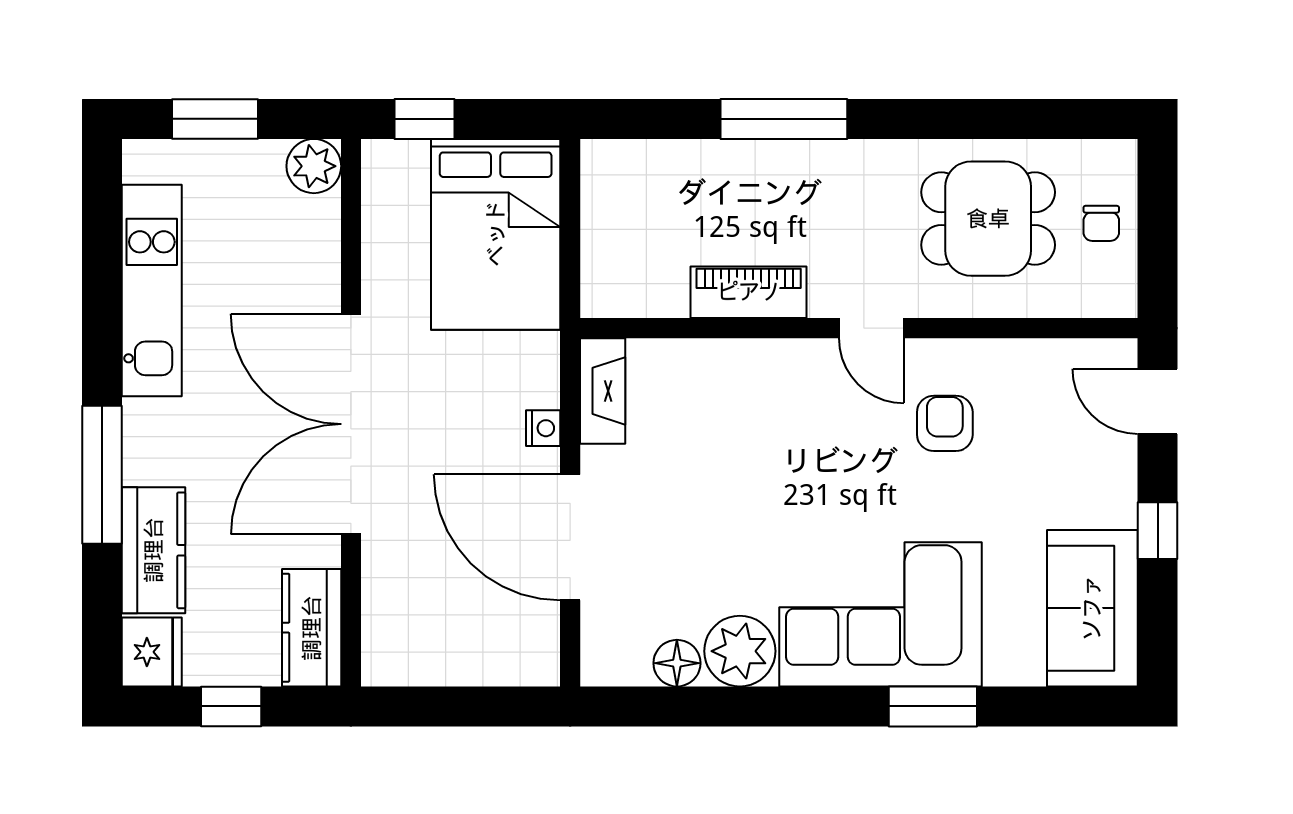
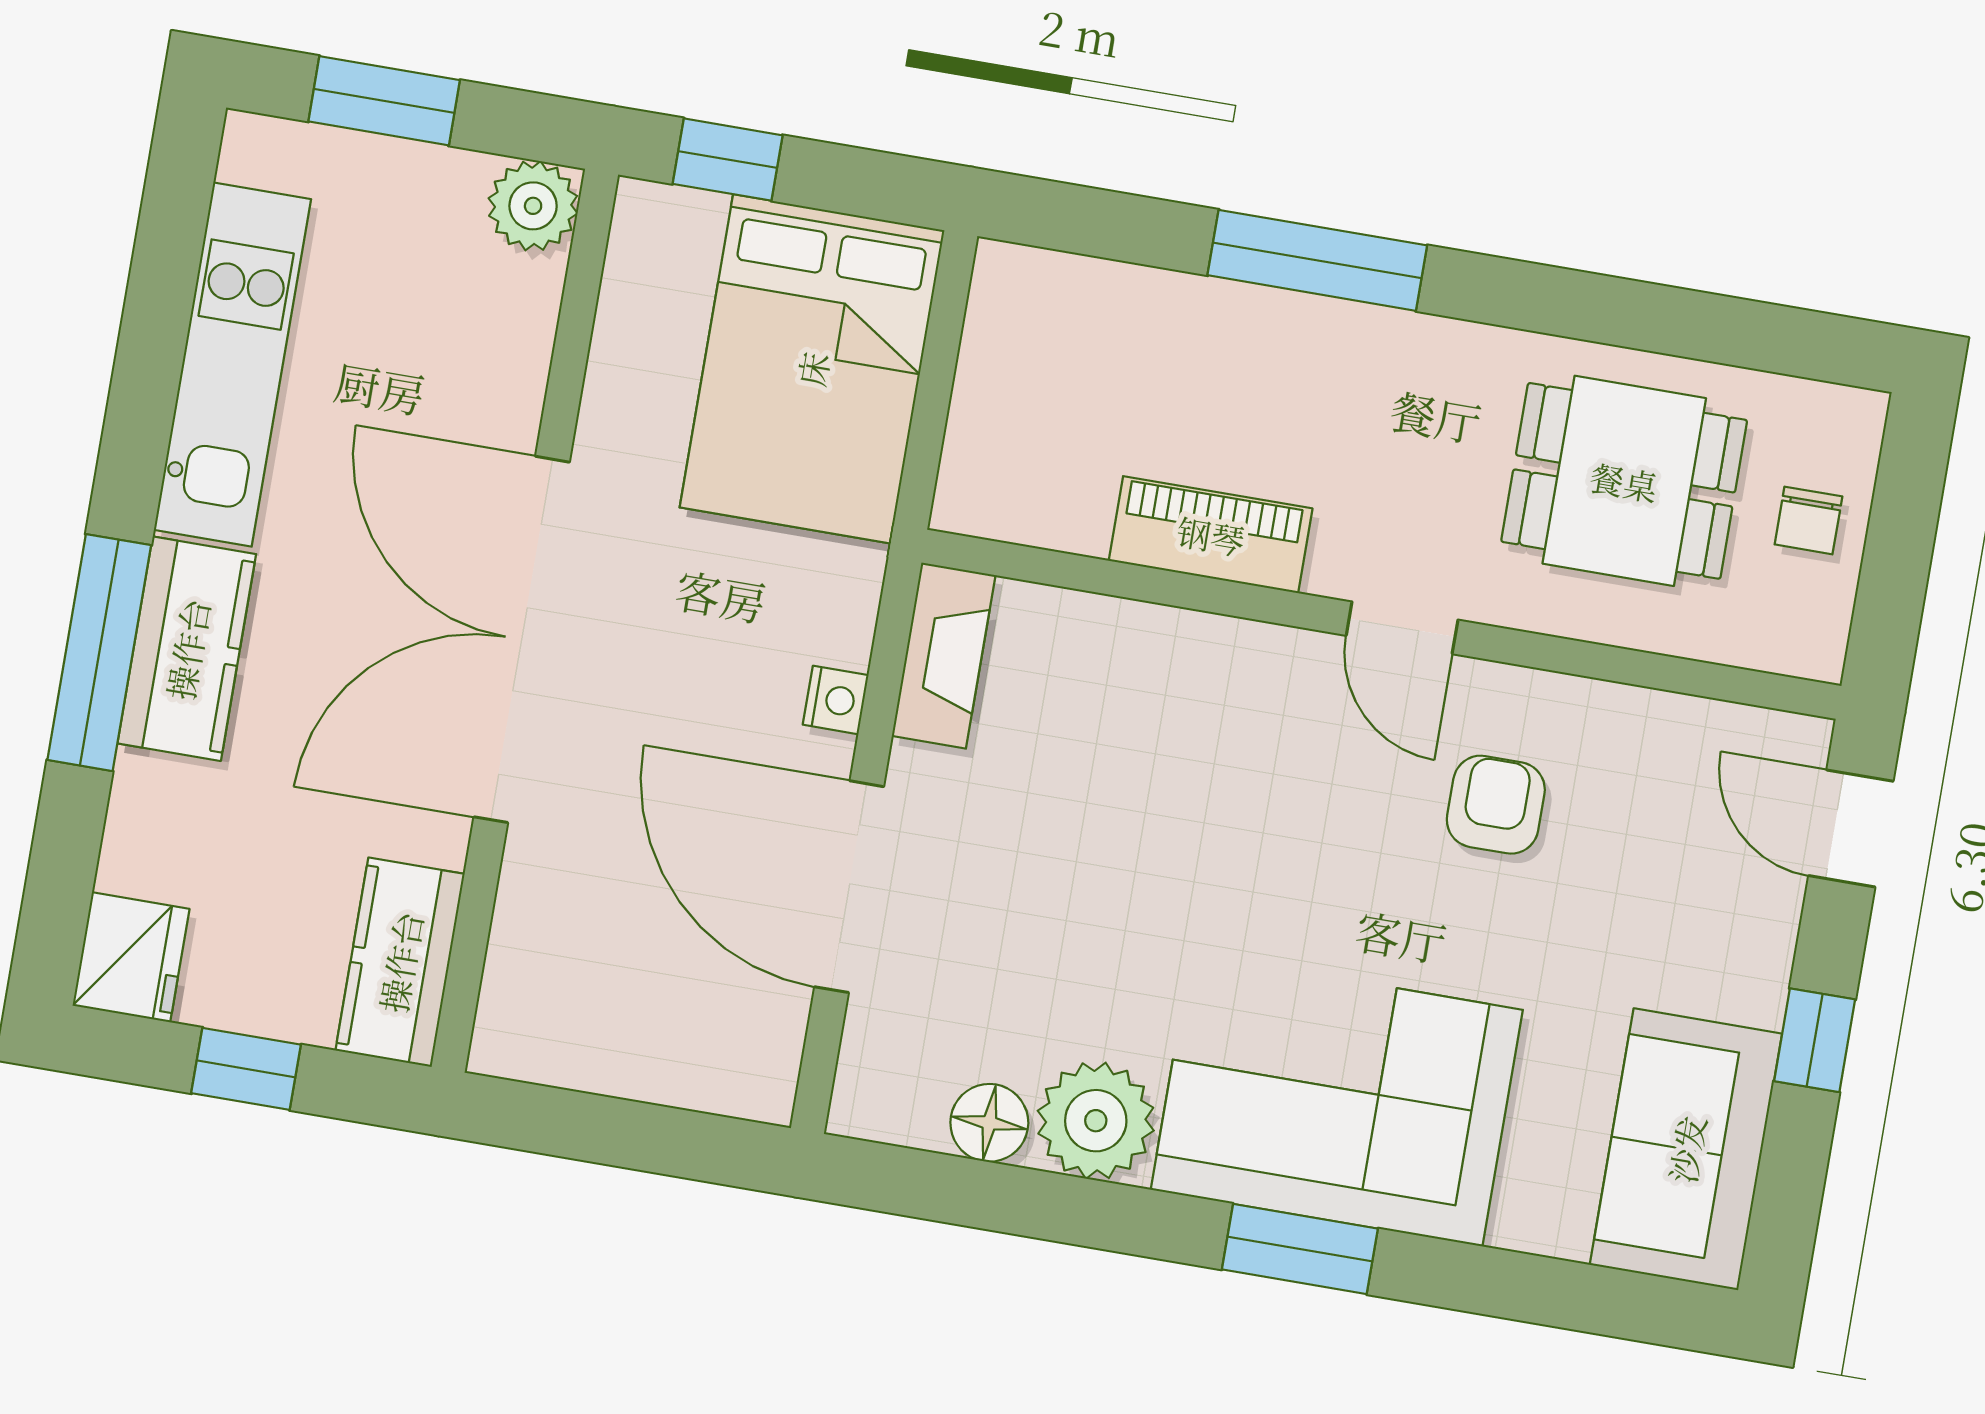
kitchen counter: (154, 550) -> (187, 649), moved
window: (933, 706) -> (1300, 1249), moved

